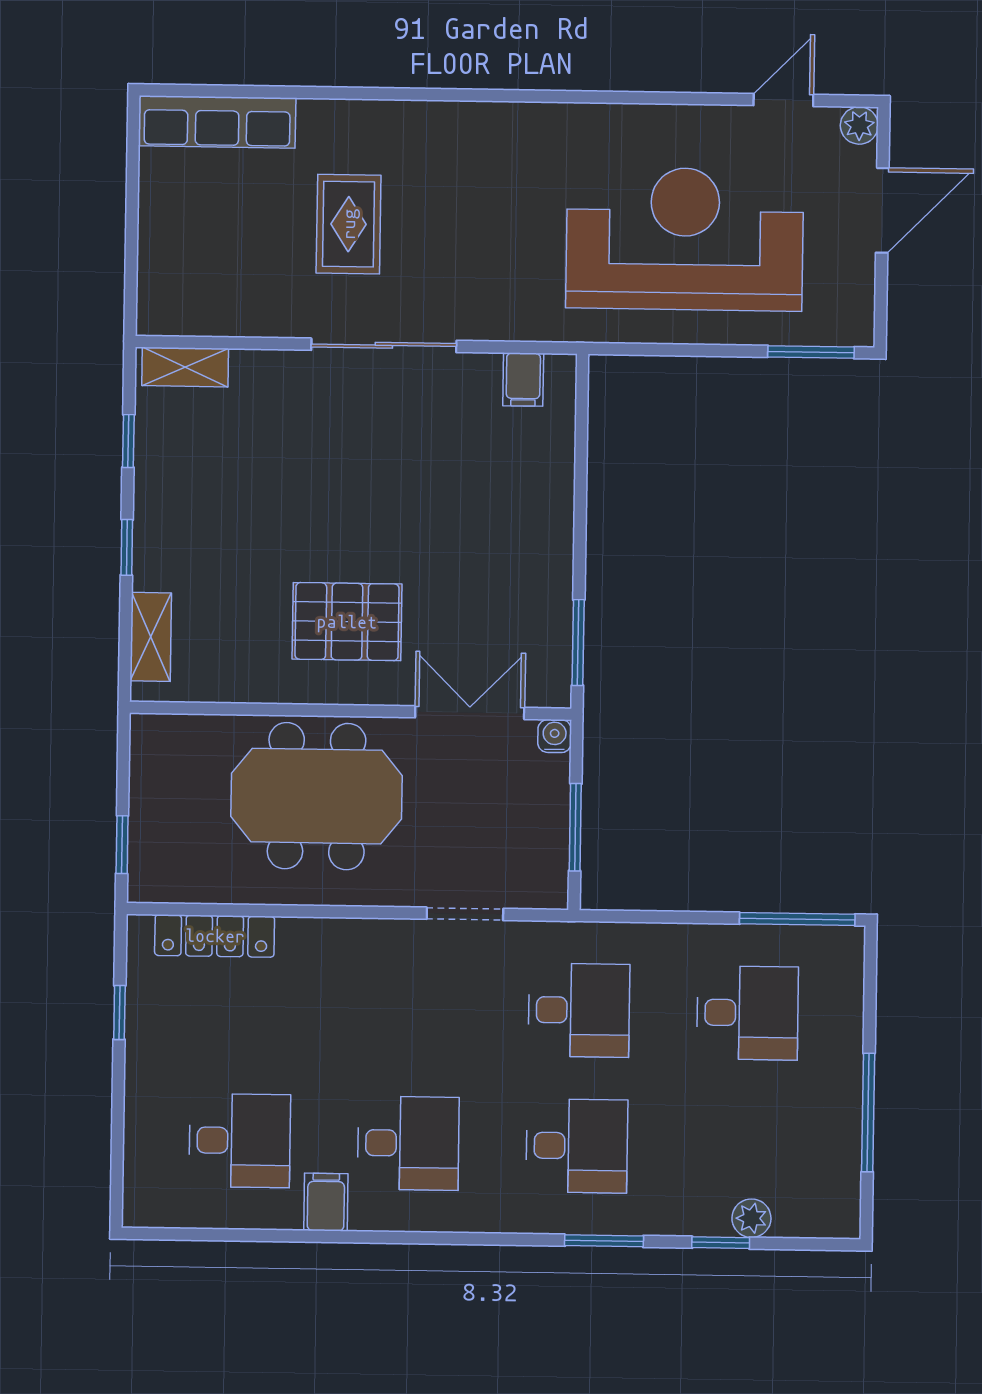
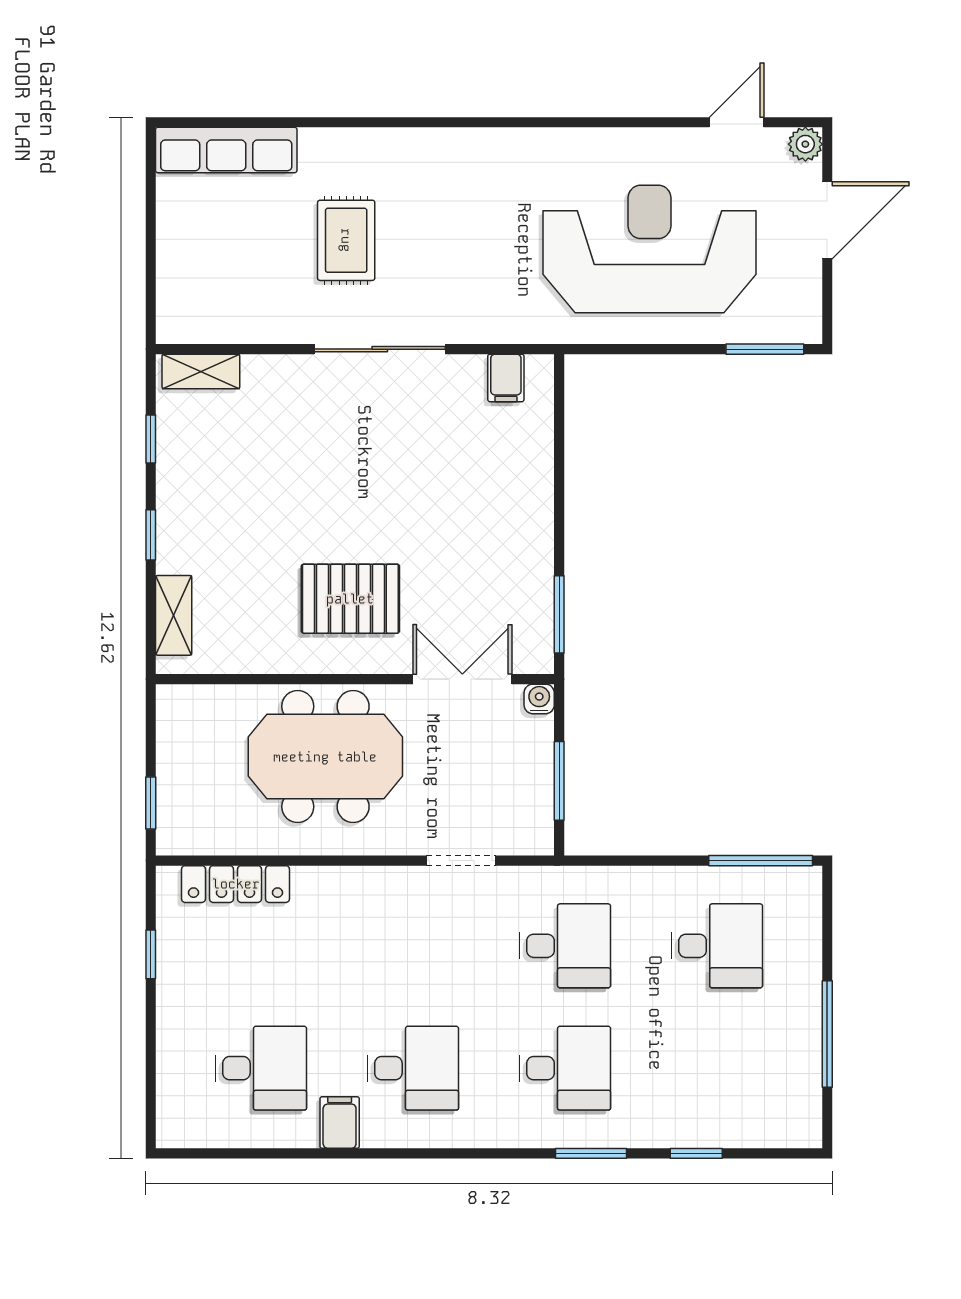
plant: (751, 1218) -> (724, 1131), removed

